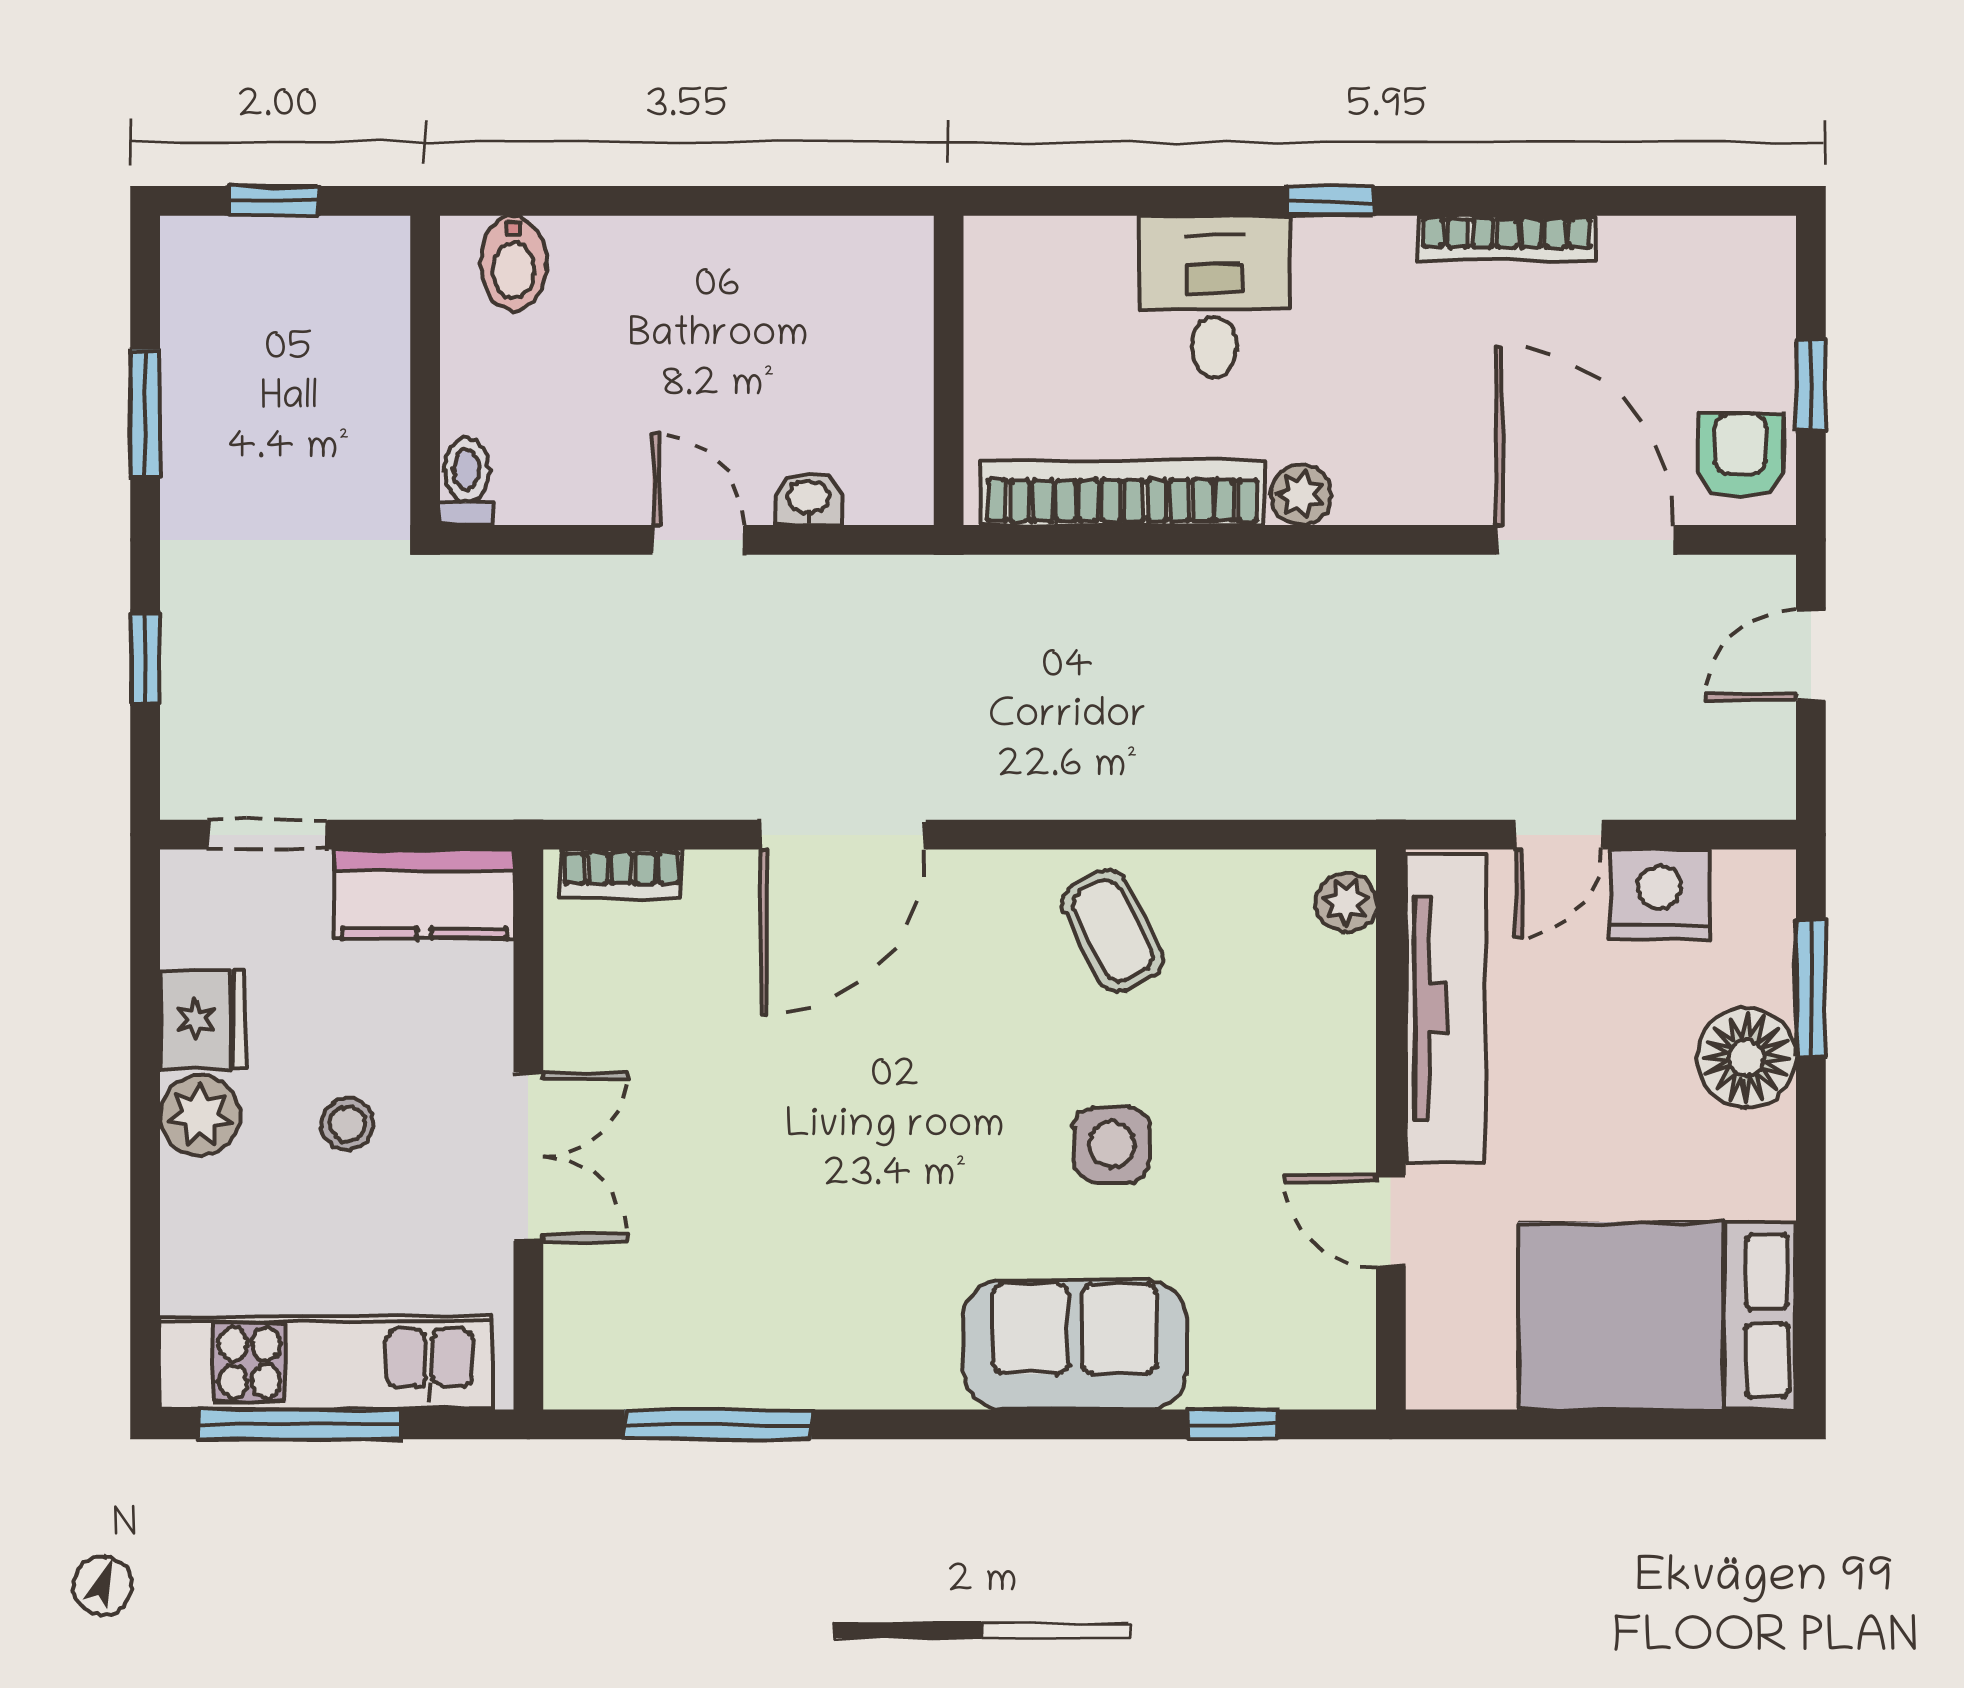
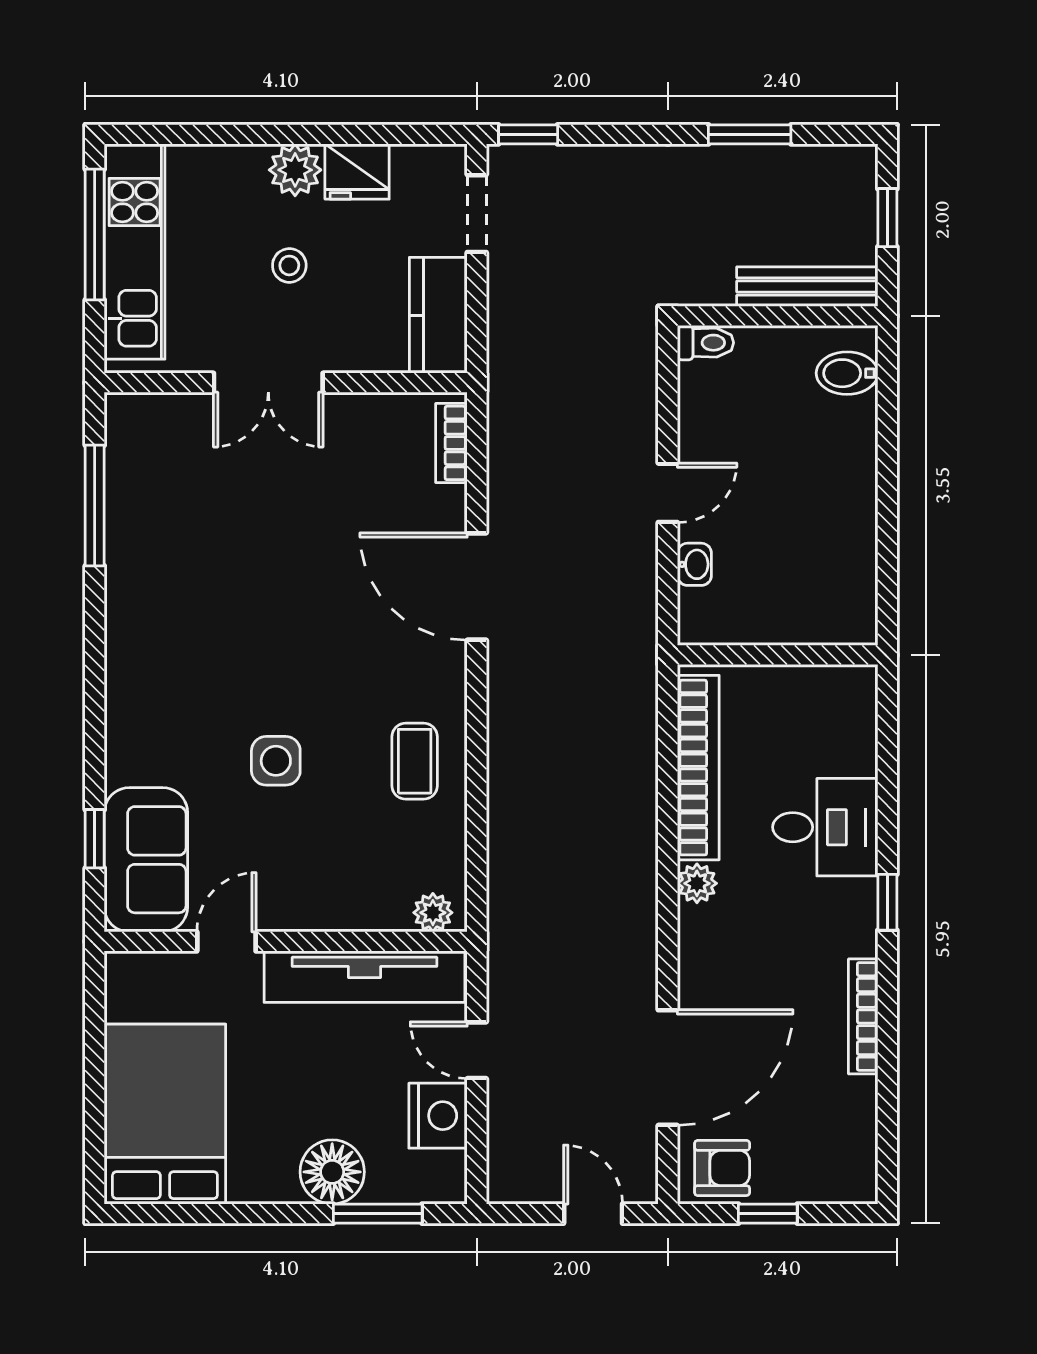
bench: (380, 324) -> (807, 287), added
window: (145, 658) -> (528, 134), moved
coffee table: (1113, 931) -> (415, 761), turned -63
sofa: (1075, 1345) -> (146, 860), moved

